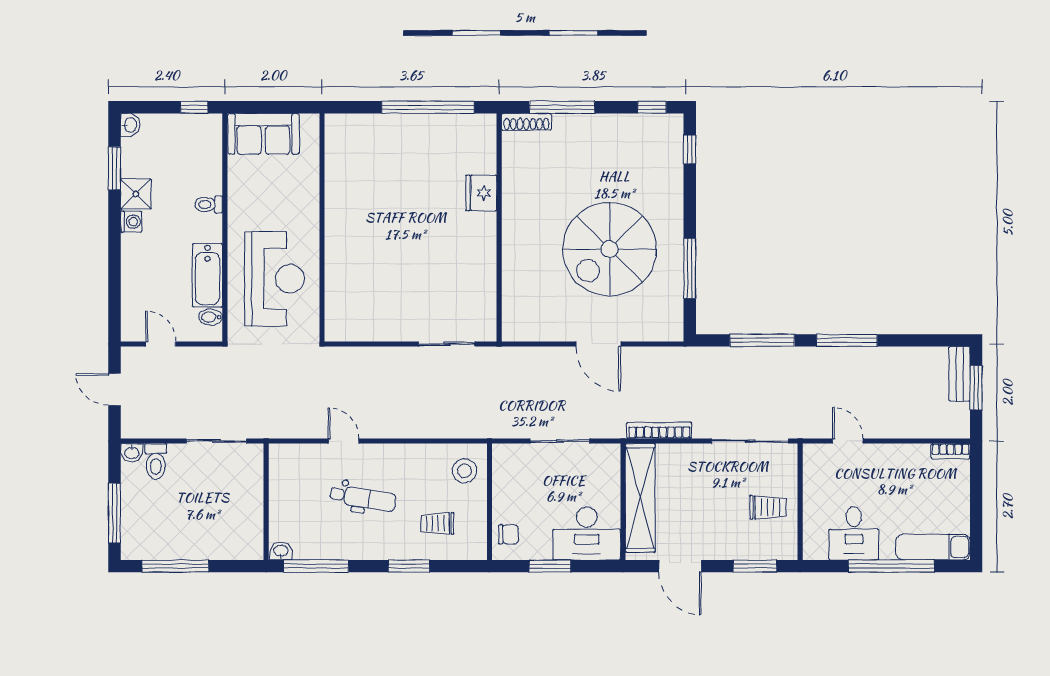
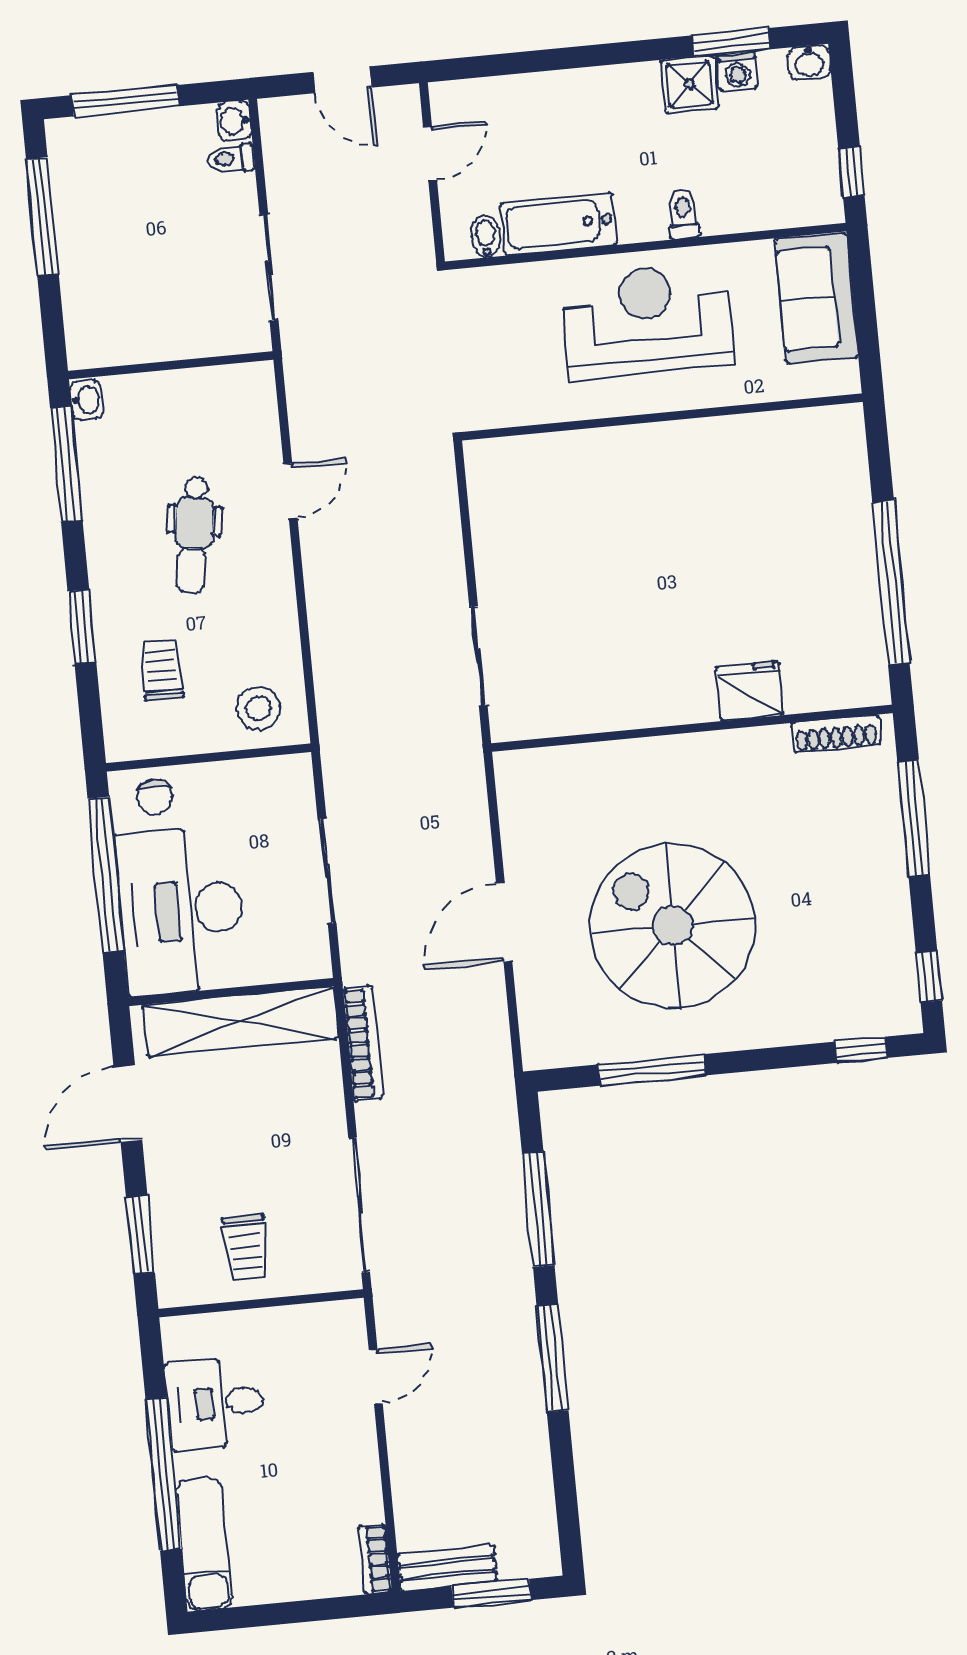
shoe rack: (526, 122) -> (836, 734), moved, turned -90
washing machine: (131, 222) -> (738, 71), moved
reception desk: (274, 279) -> (647, 321), moved, turned 180
bench: (960, 374) -> (447, 1568), moved
door: (114, 389) -> (342, 80), swing flipped
toilet: (156, 461) -> (231, 159), width x0.73, depth x0.72
desk: (587, 533) -> (181, 911), width x1.36, depth x1.30
window: (550, 566) -> (106, 875), width x2.11

